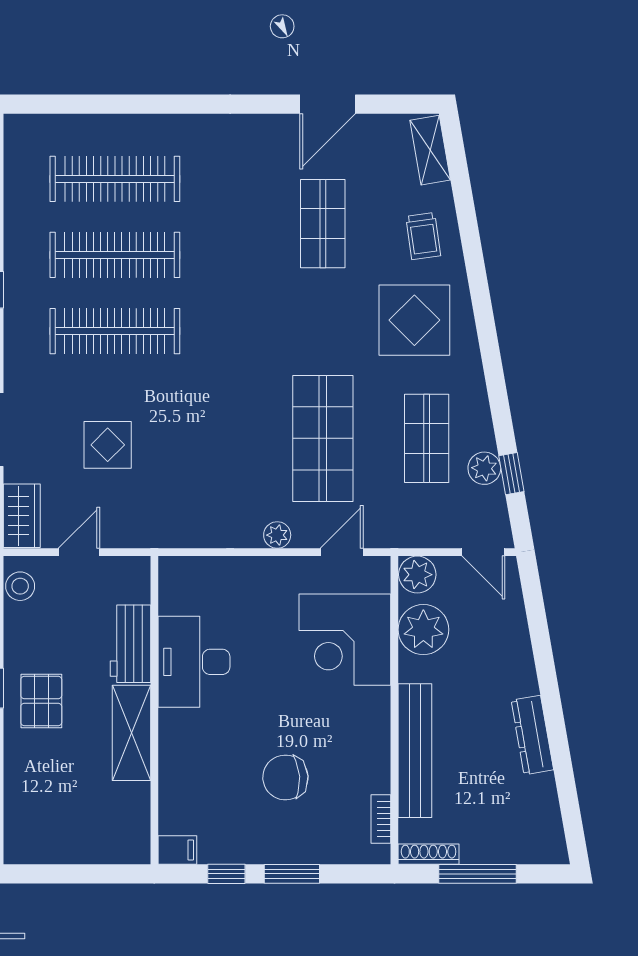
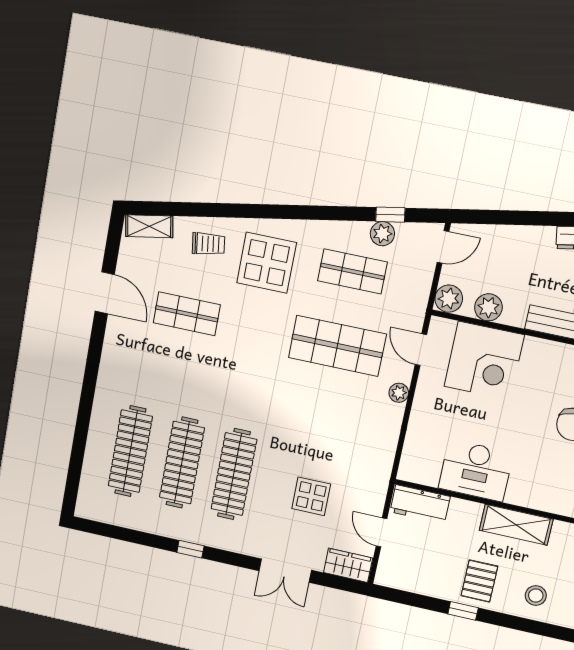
stool: (20, 586) -> (536, 596), moved
plant: (423, 630) -> (488, 307), width x0.73, depth x0.73
workbench: (130, 644) -> (420, 504), moved
pallet: (41, 701) -> (479, 581), turned 90

